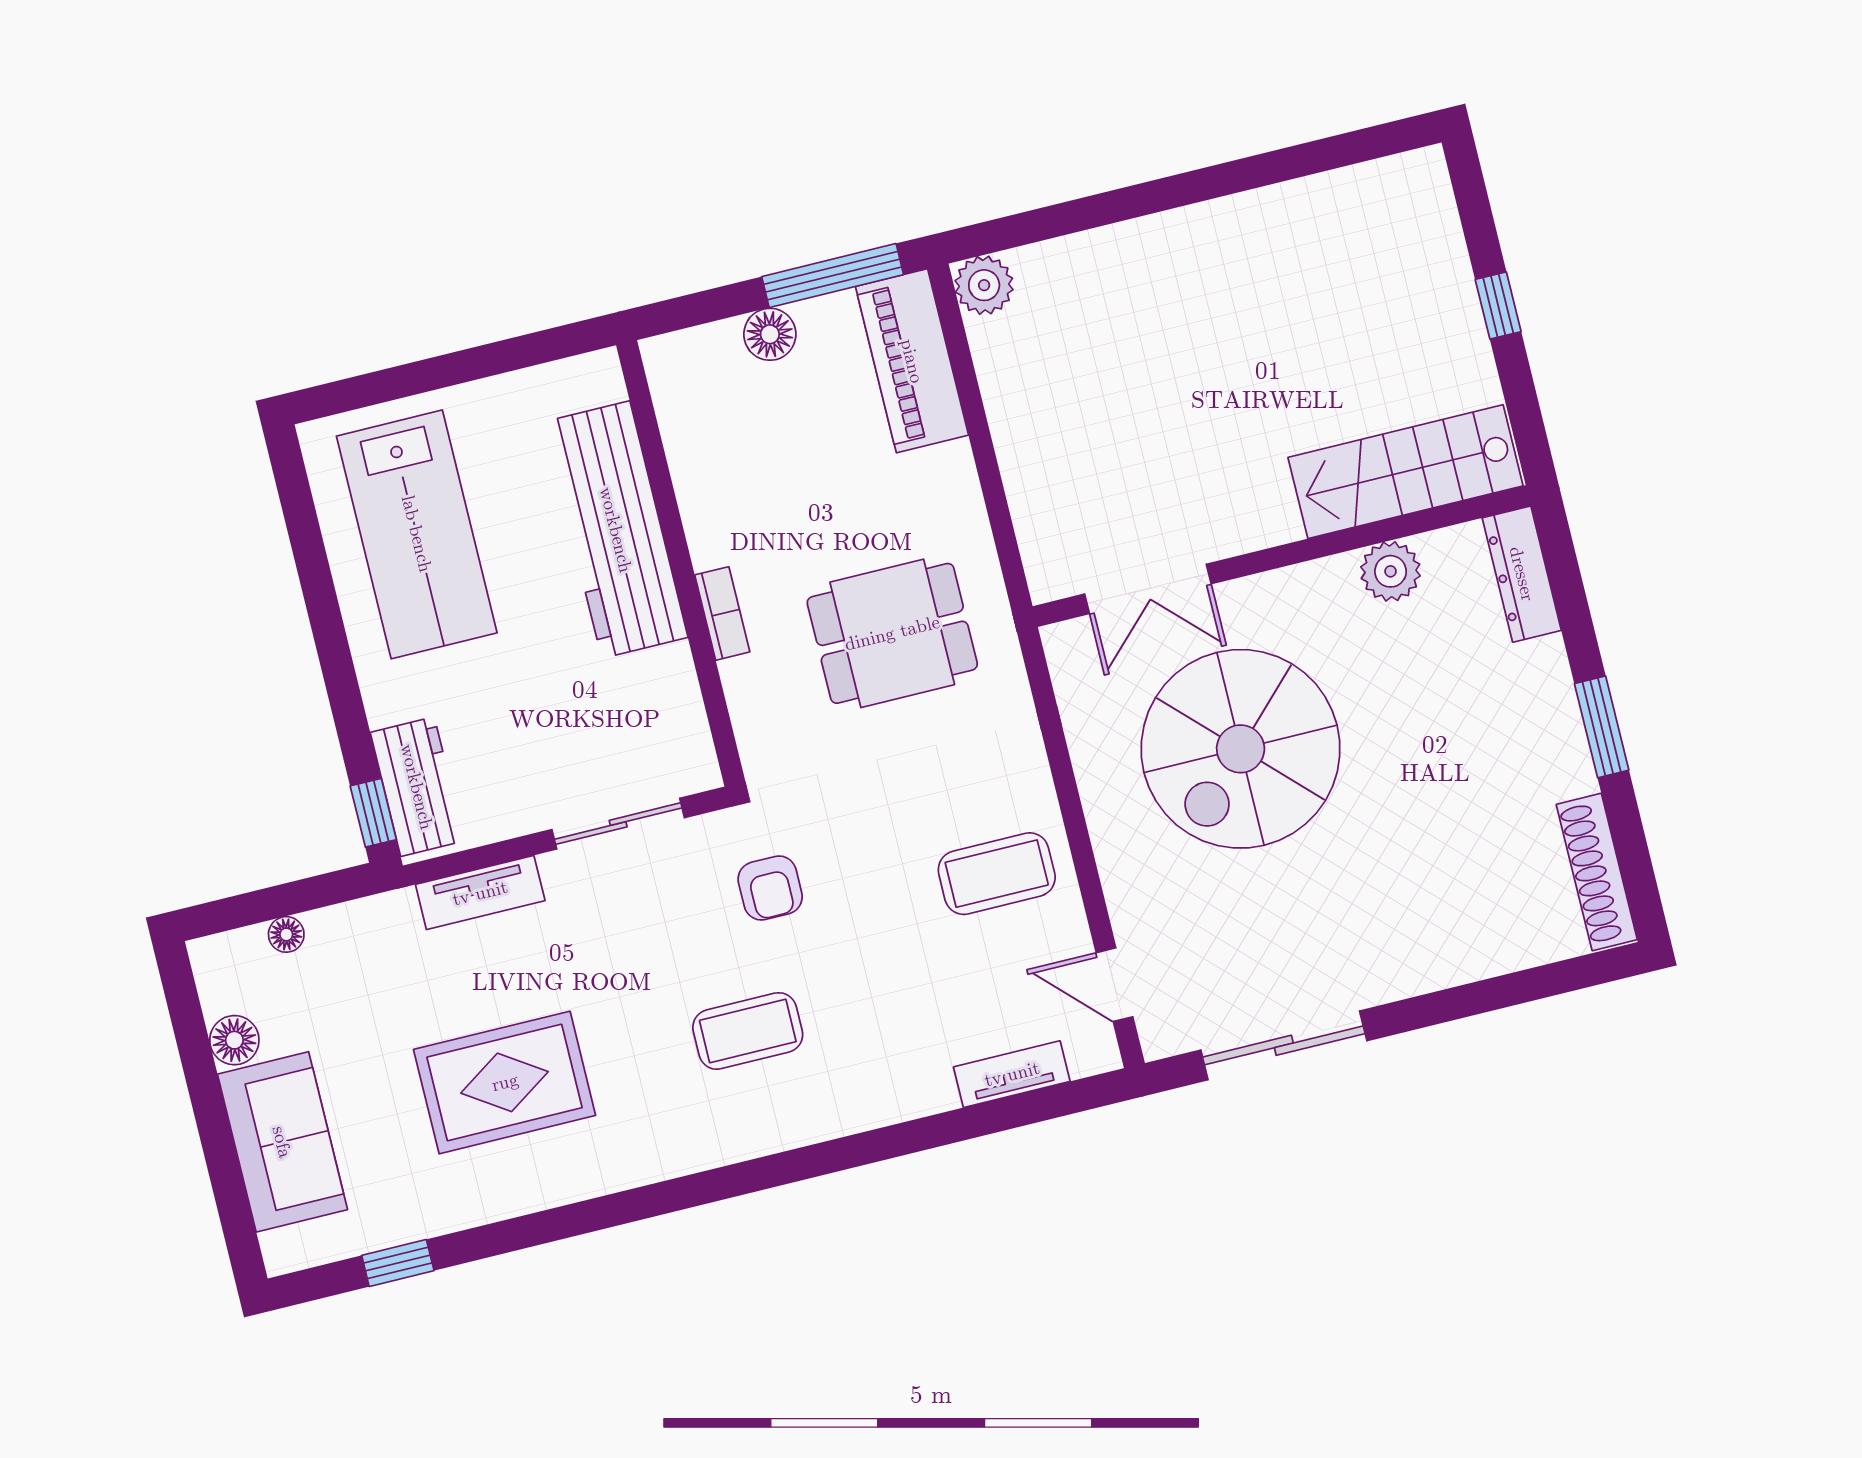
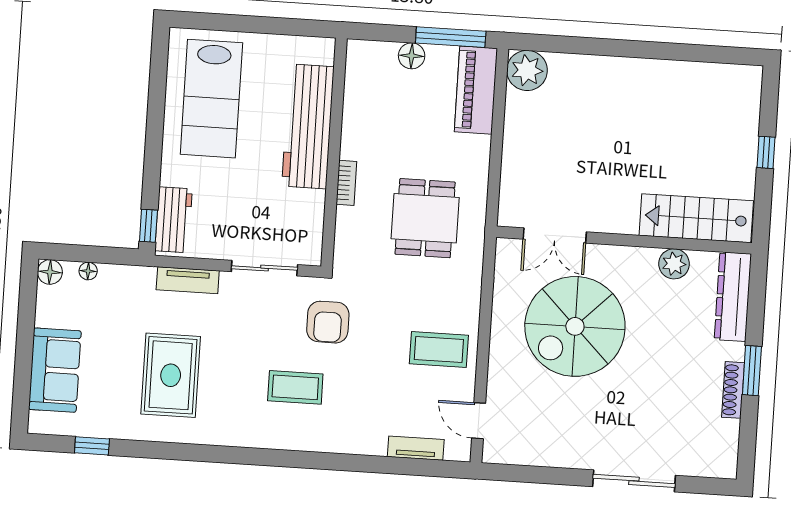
plant: (984, 285) -> (527, 70), width x1.36, depth x1.36
dresser: (1522, 574) -> (733, 297), width x1.37, depth x1.24
dining table: (892, 633) -> (425, 218), turned 90
shoe rack: (1597, 872) -> (733, 390), moved, width x0.74, depth x0.81
armchair: (770, 888) -> (328, 322), width x1.38, depth x1.38
floor lamp: (234, 1040) -> (50, 272), moved
sliding door: (1284, 1045) -> (634, 481), moved
rug: (505, 1082) -> (171, 375), turned 90

